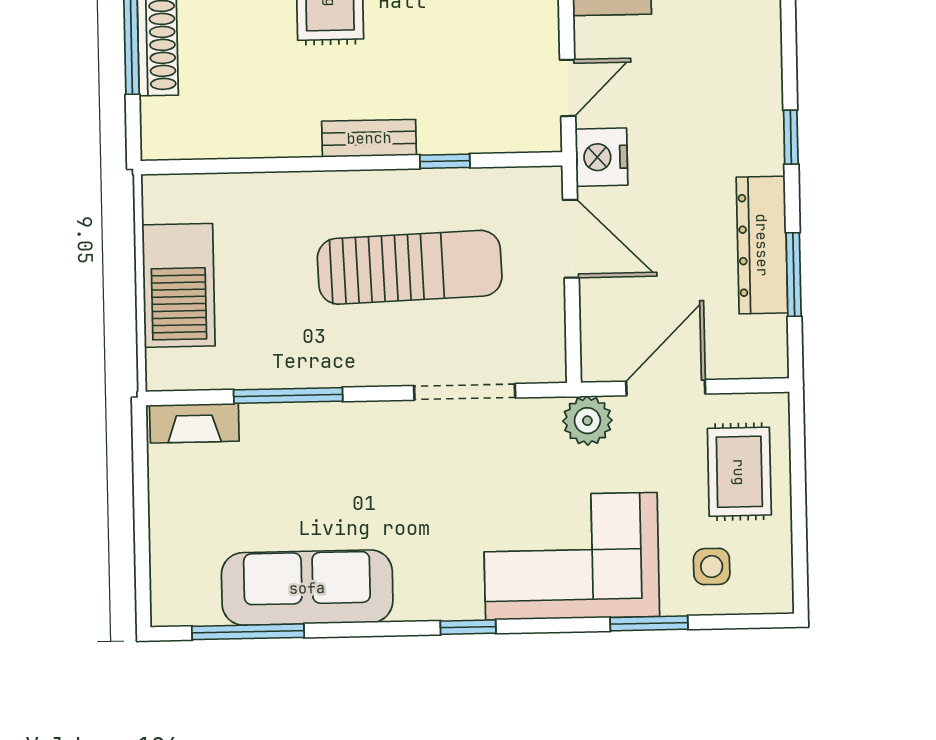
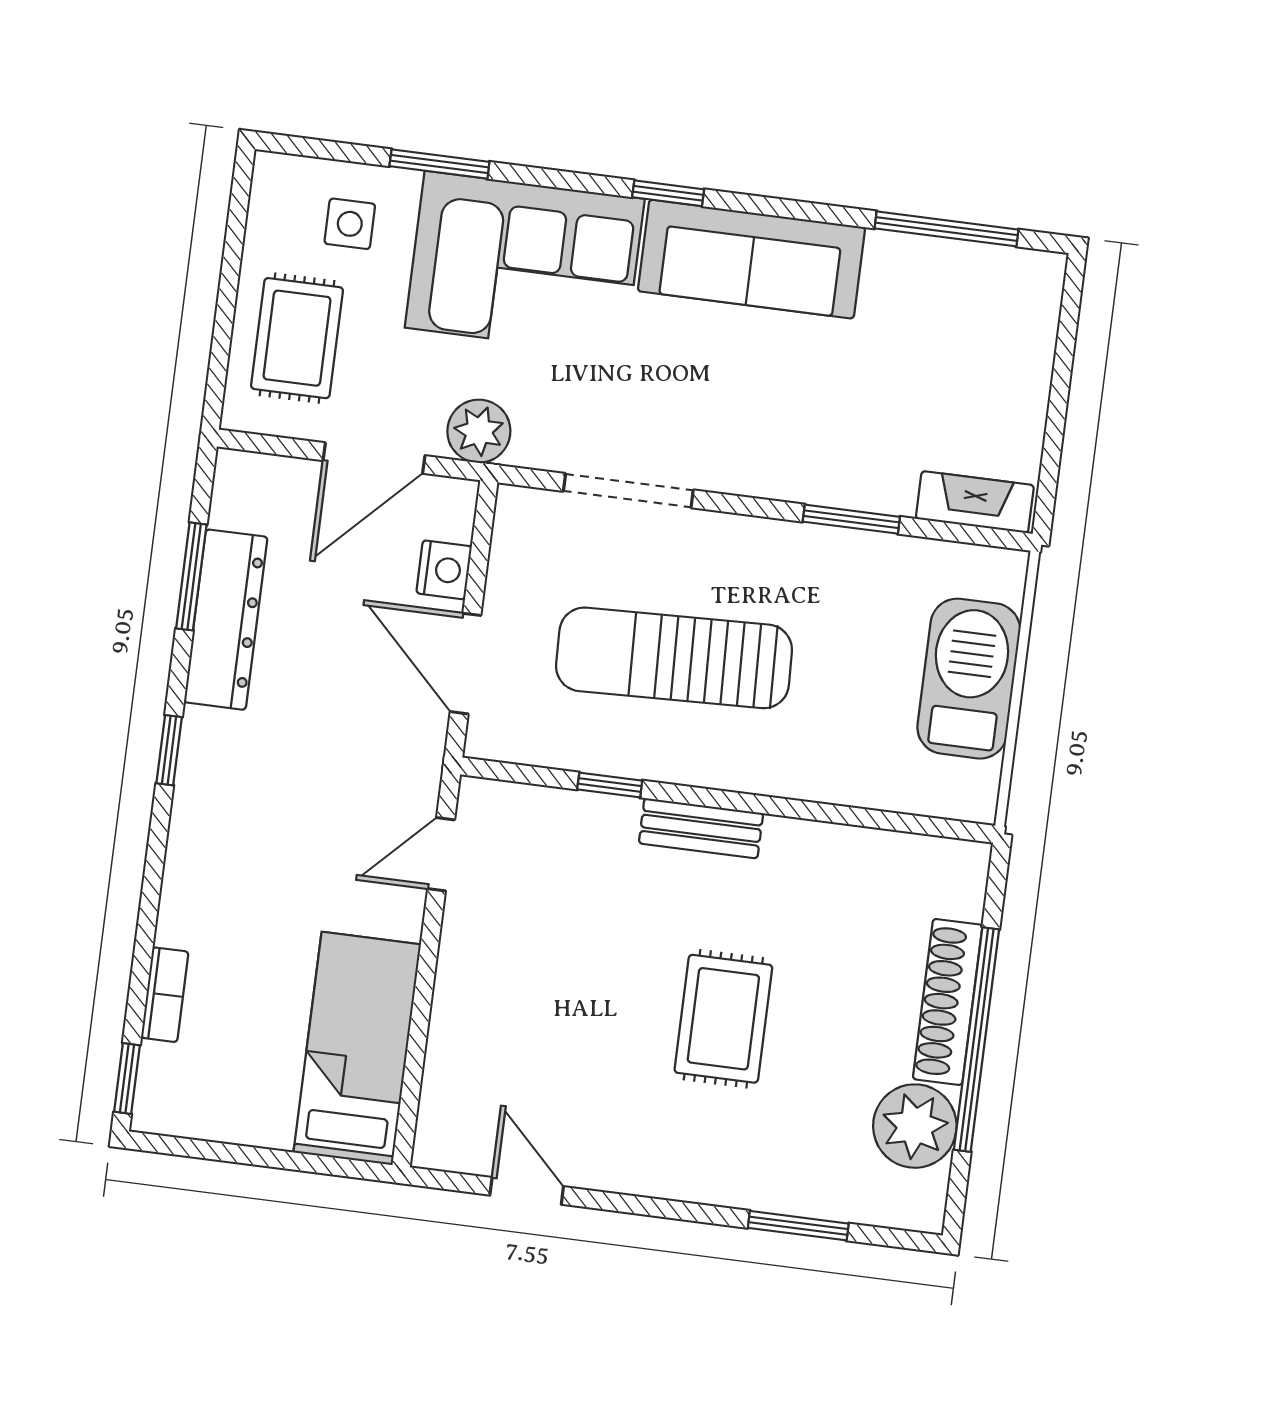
nightstand: (601, 157) -> (444, 570), moved, width x0.74, depth x0.75
window: (288, 395) -> (851, 519), width x0.69
sofa: (307, 588) -> (751, 259), moved

